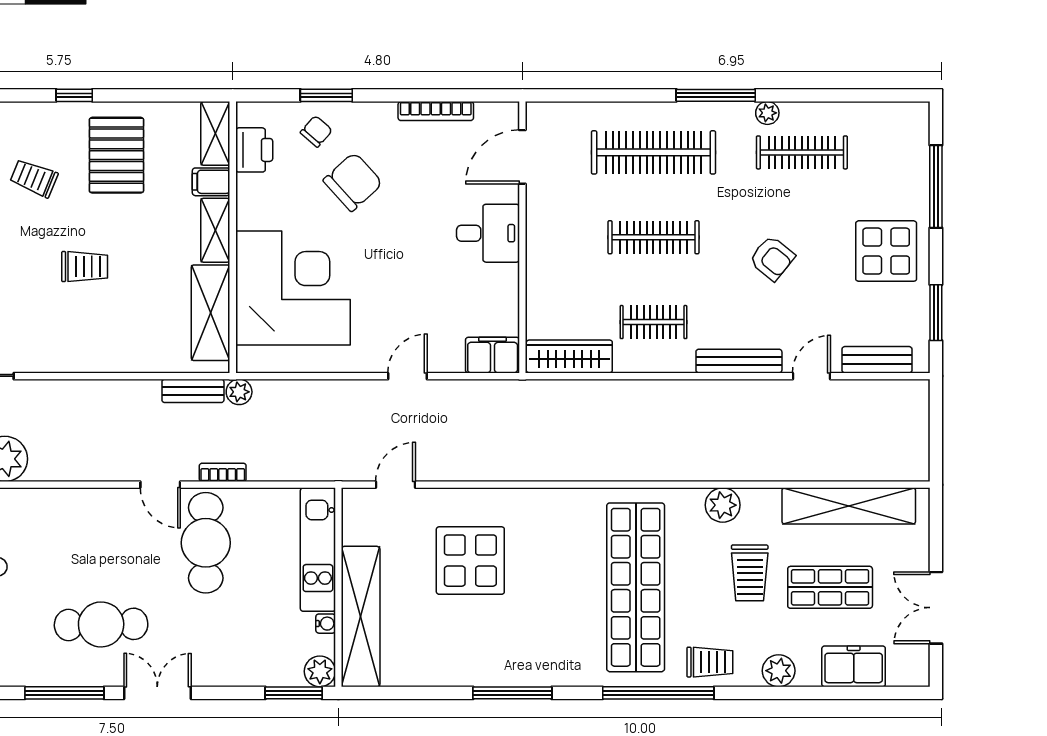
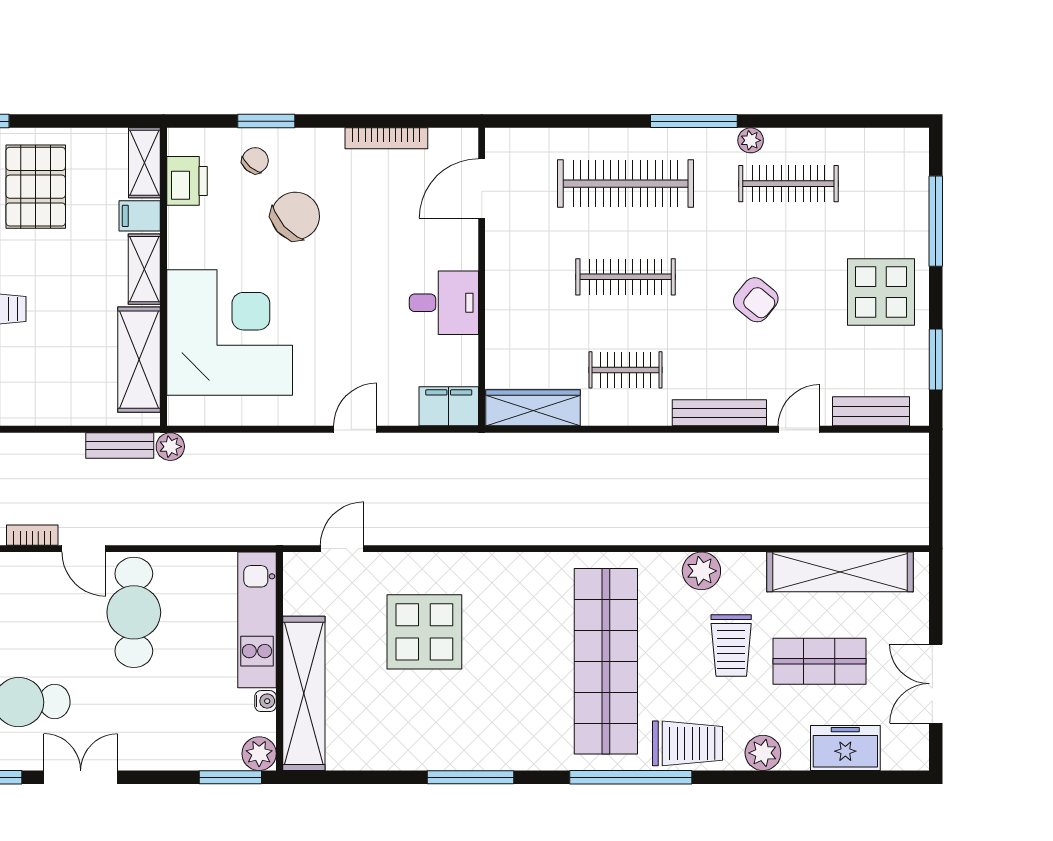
desk: (488, 233) -> (444, 303), moved
bookcase: (223, 472) -> (32, 535), moved
trolley: (710, 662) -> (687, 743), width x1.36, depth x1.39

